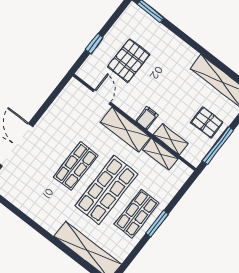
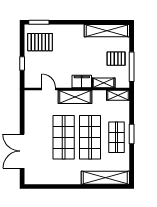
pallet: (129, 61) -> (40, 42), moved, turned 90
filing cabinet: (147, 118) -> (82, 82), width x2.00
shelving: (160, 154) -> (118, 95), moved
shop shelf: (76, 166) -> (64, 137), width x1.43, depth x1.36

